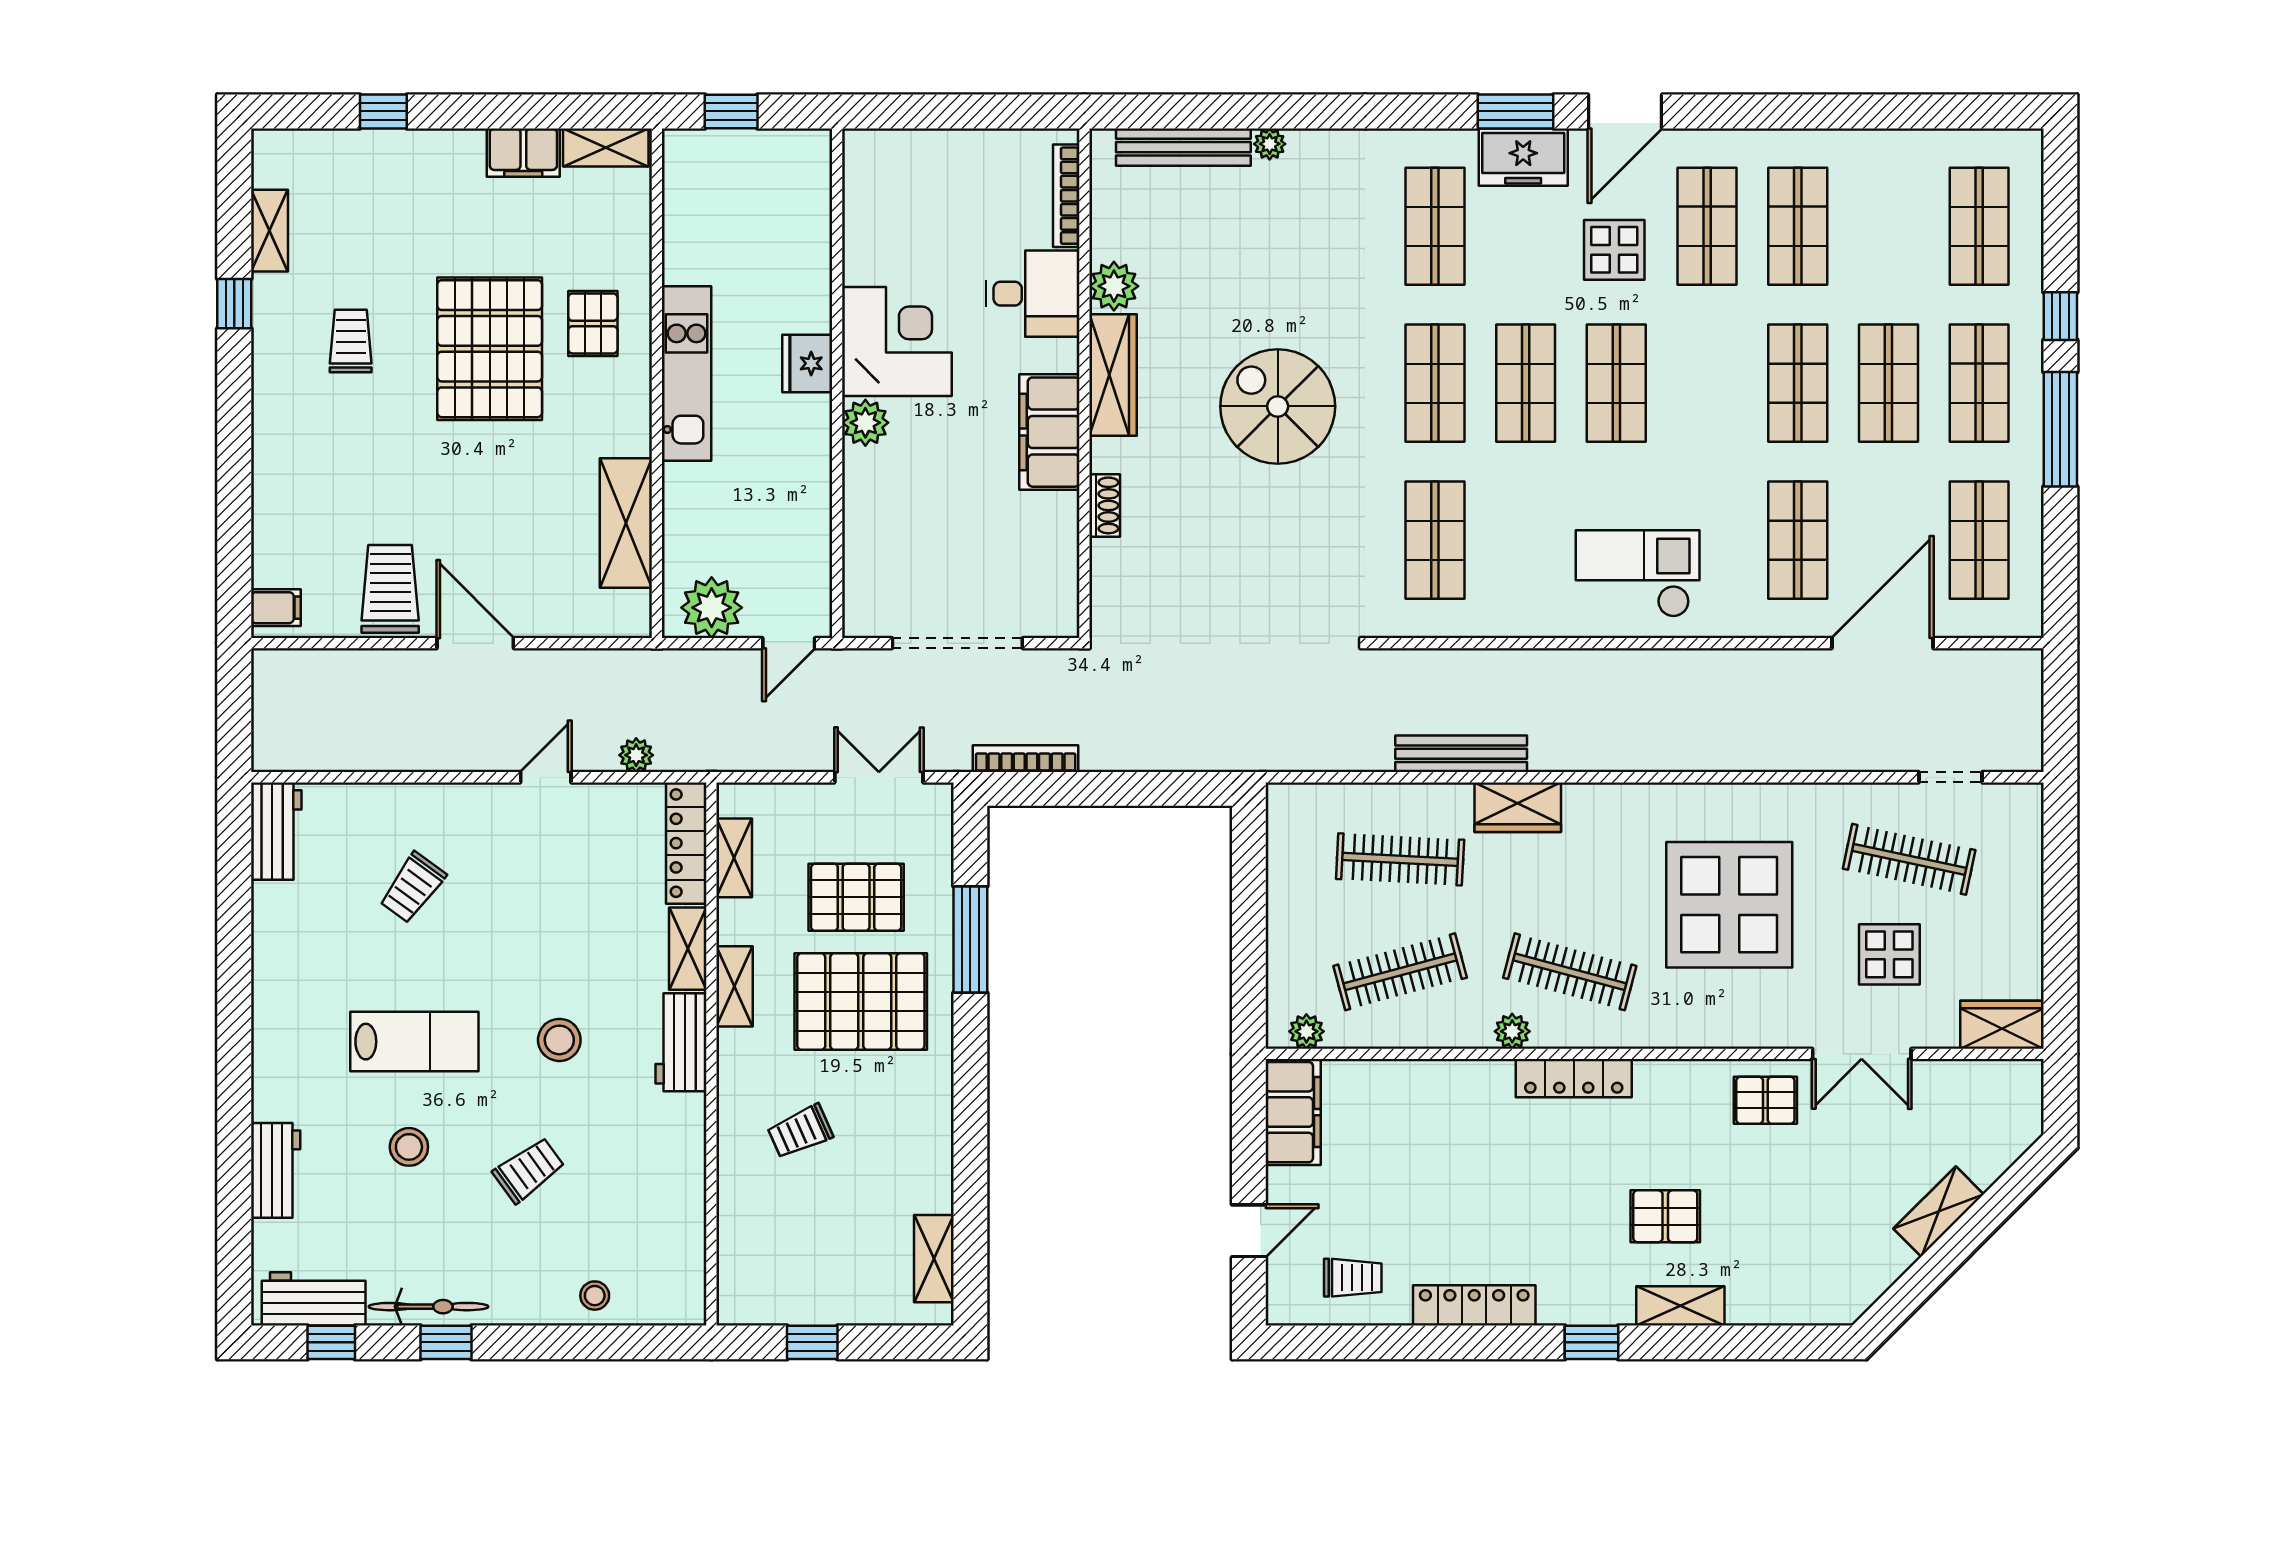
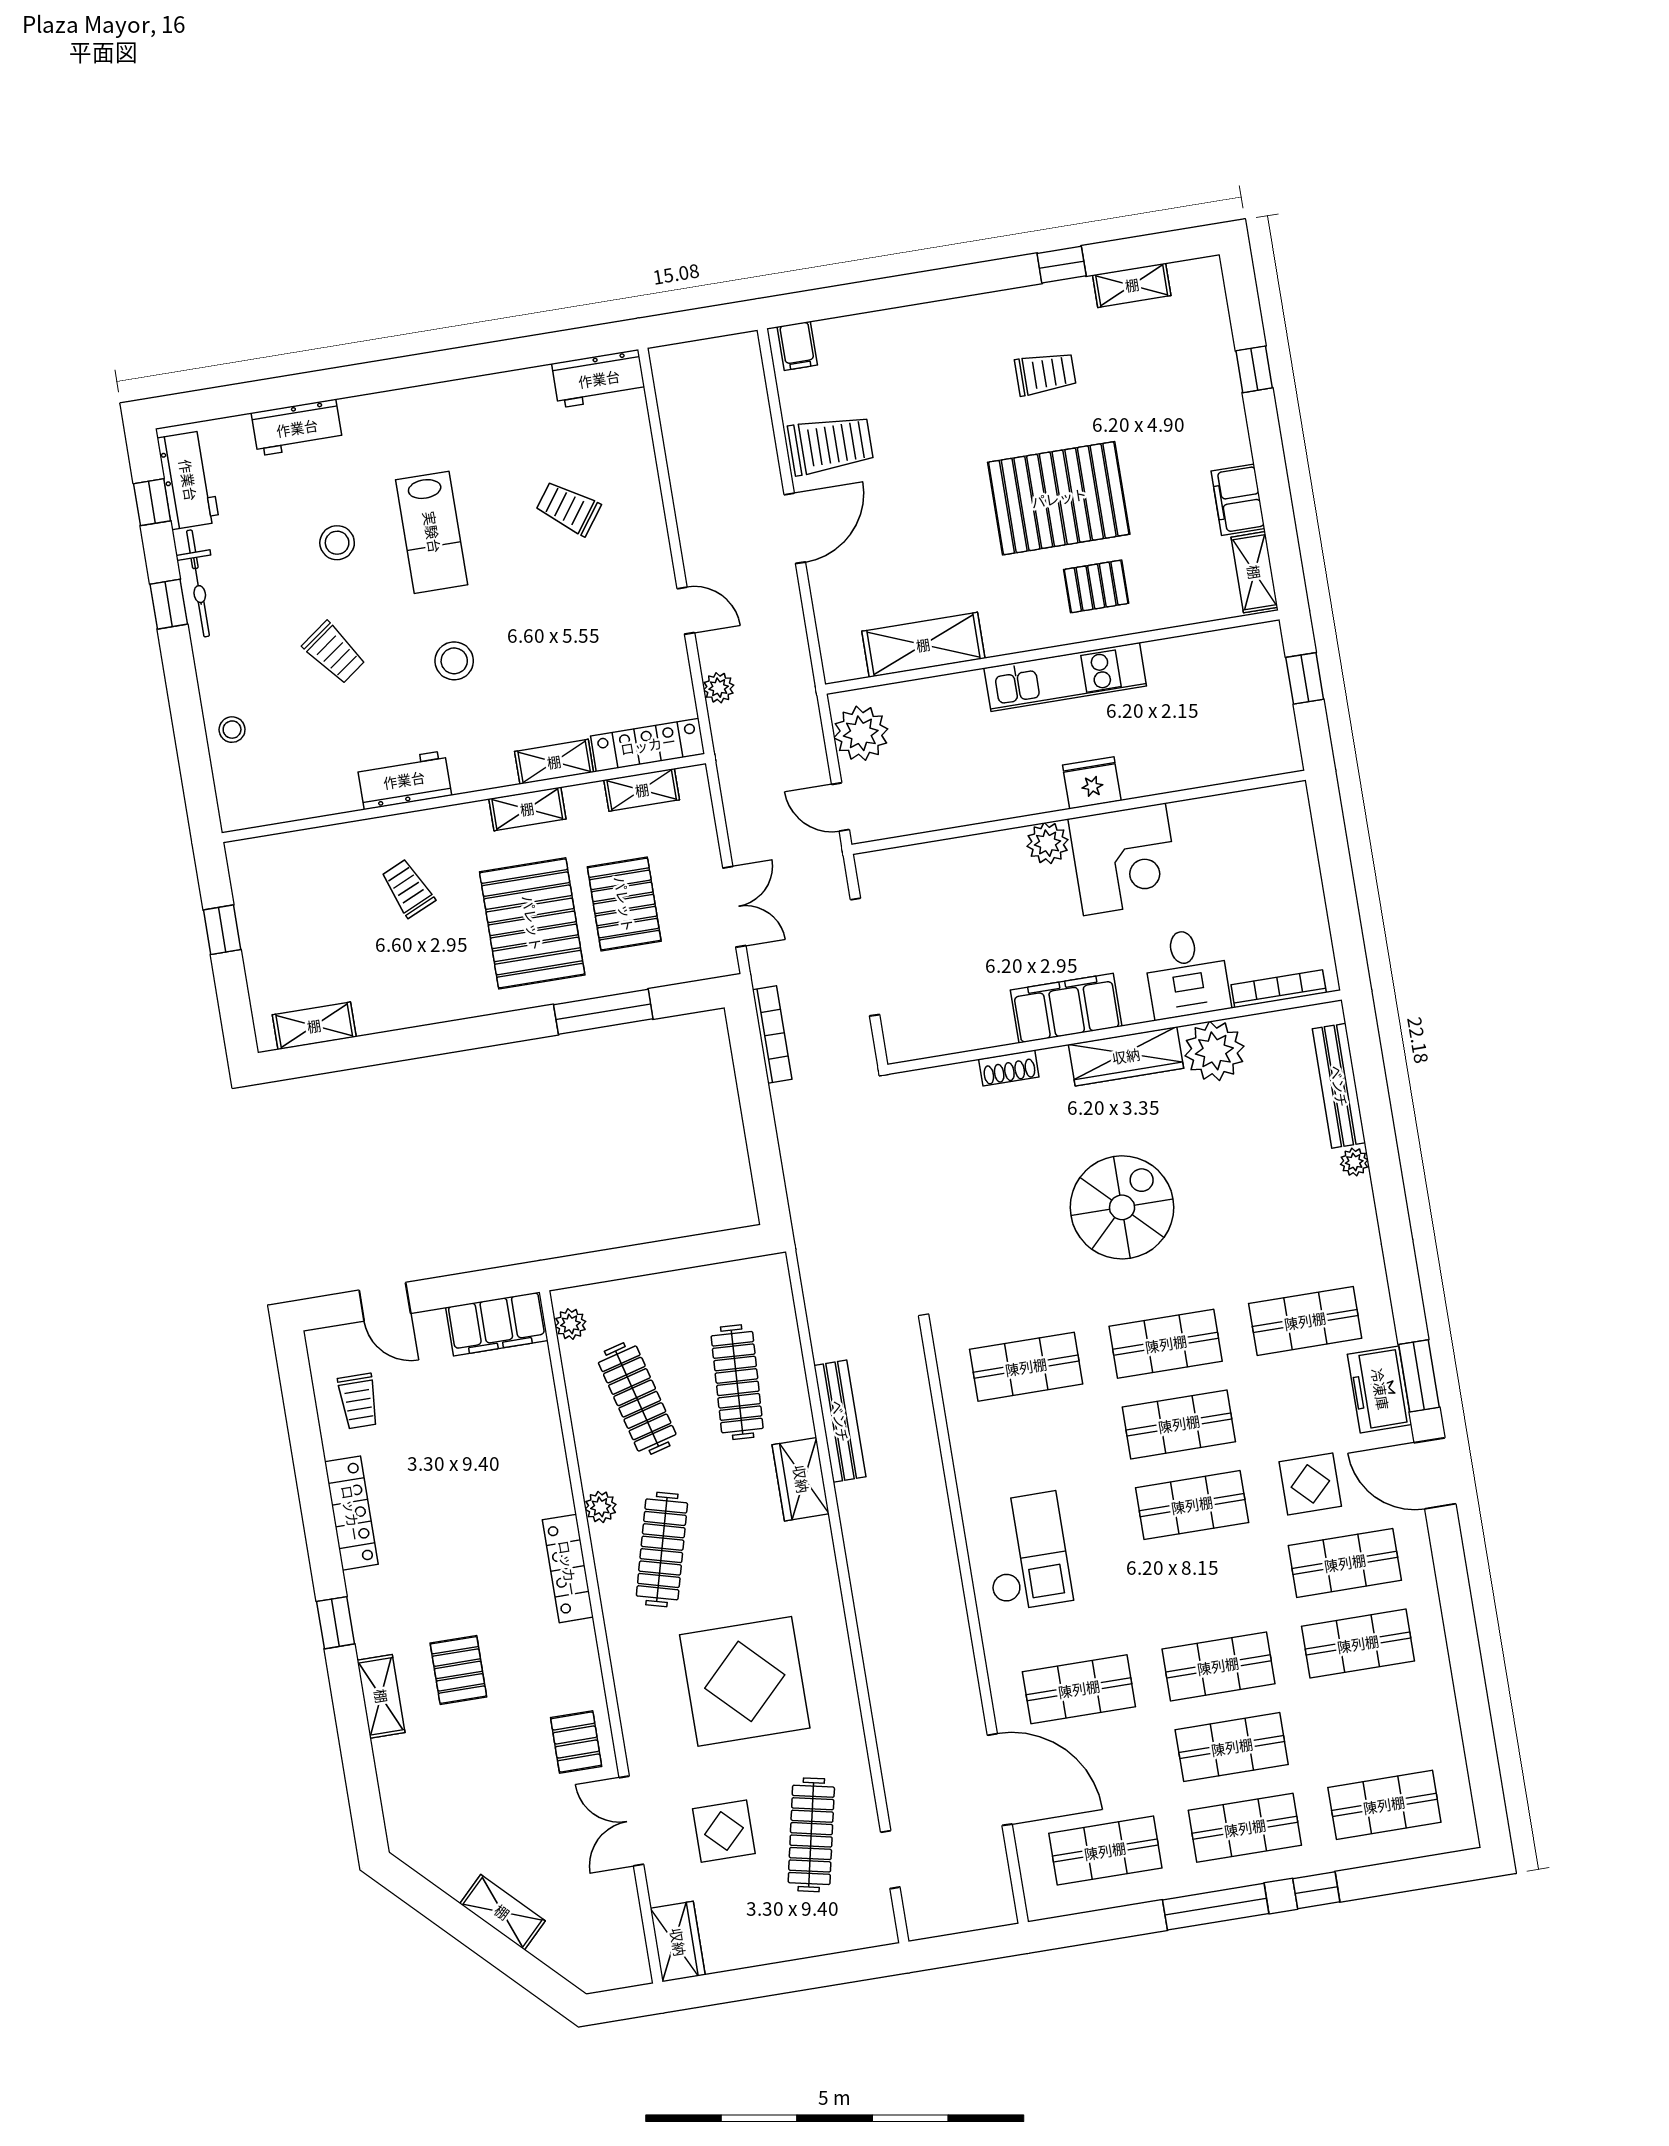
plant: (1114, 286) -> (1214, 1051), width x1.36, depth x1.36
workbench: (681, 1042) -> (404, 780), moved

